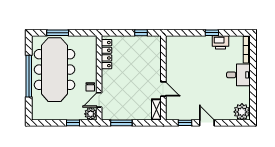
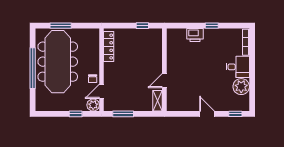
printer: (221, 42) -> (195, 35), moved
door: (163, 89) -> (164, 81), swing flipped
plant: (242, 112) -> (241, 87), moved
window: (185, 123) -> (235, 114), moved

